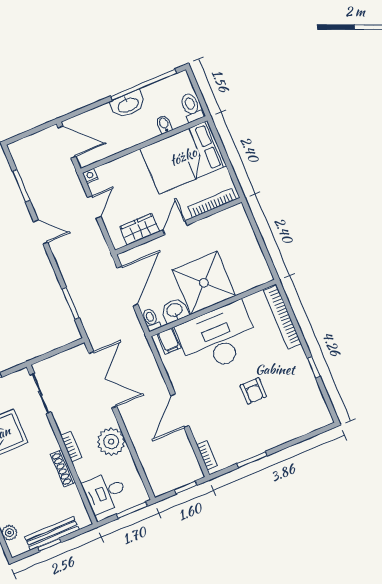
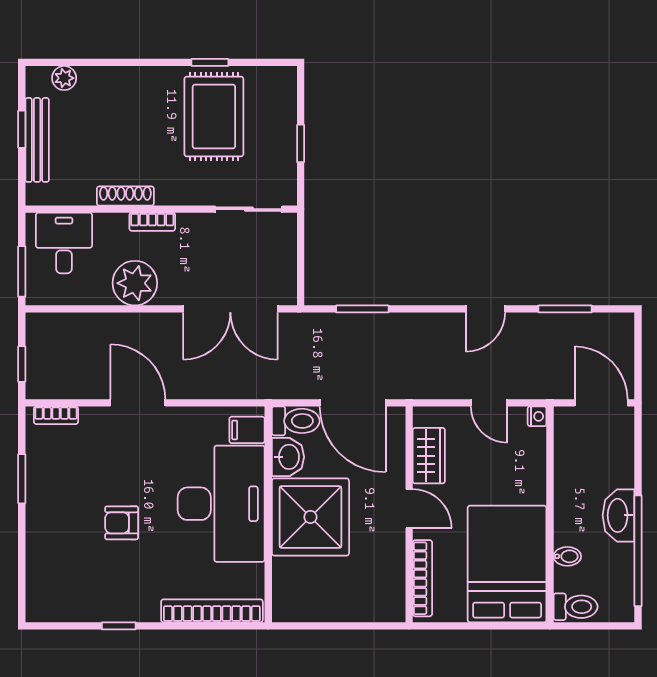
door: (67, 142) -> (601, 403), swing flipped
toilet: (151, 320) -> (296, 421), width x1.37, depth x1.39

